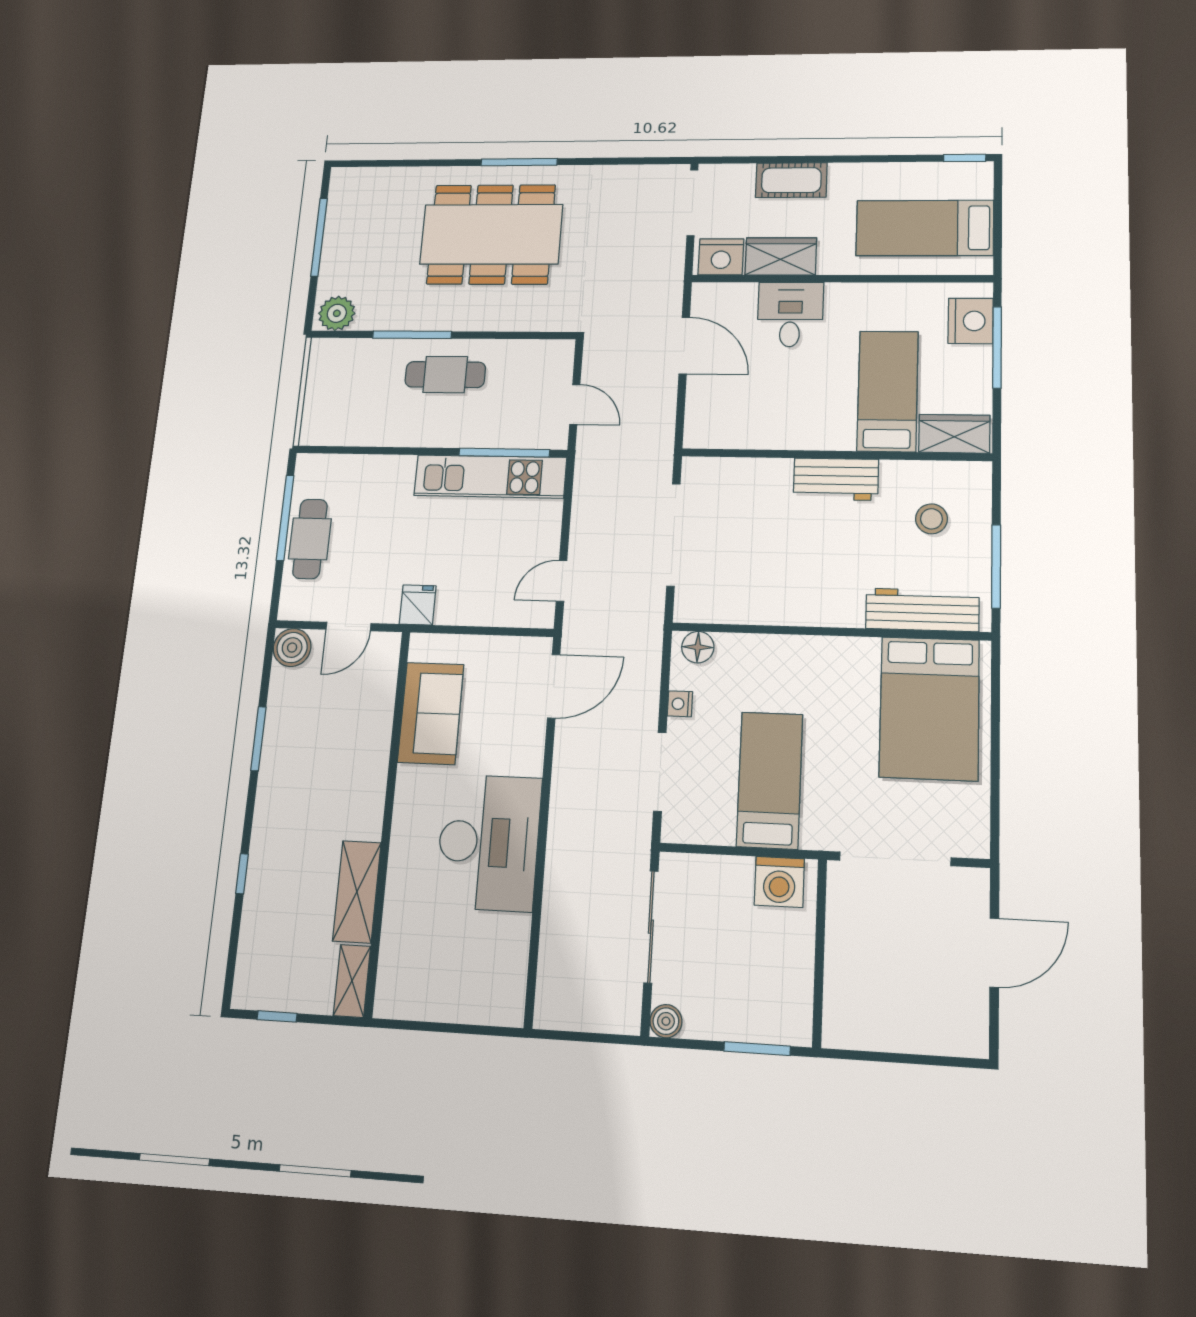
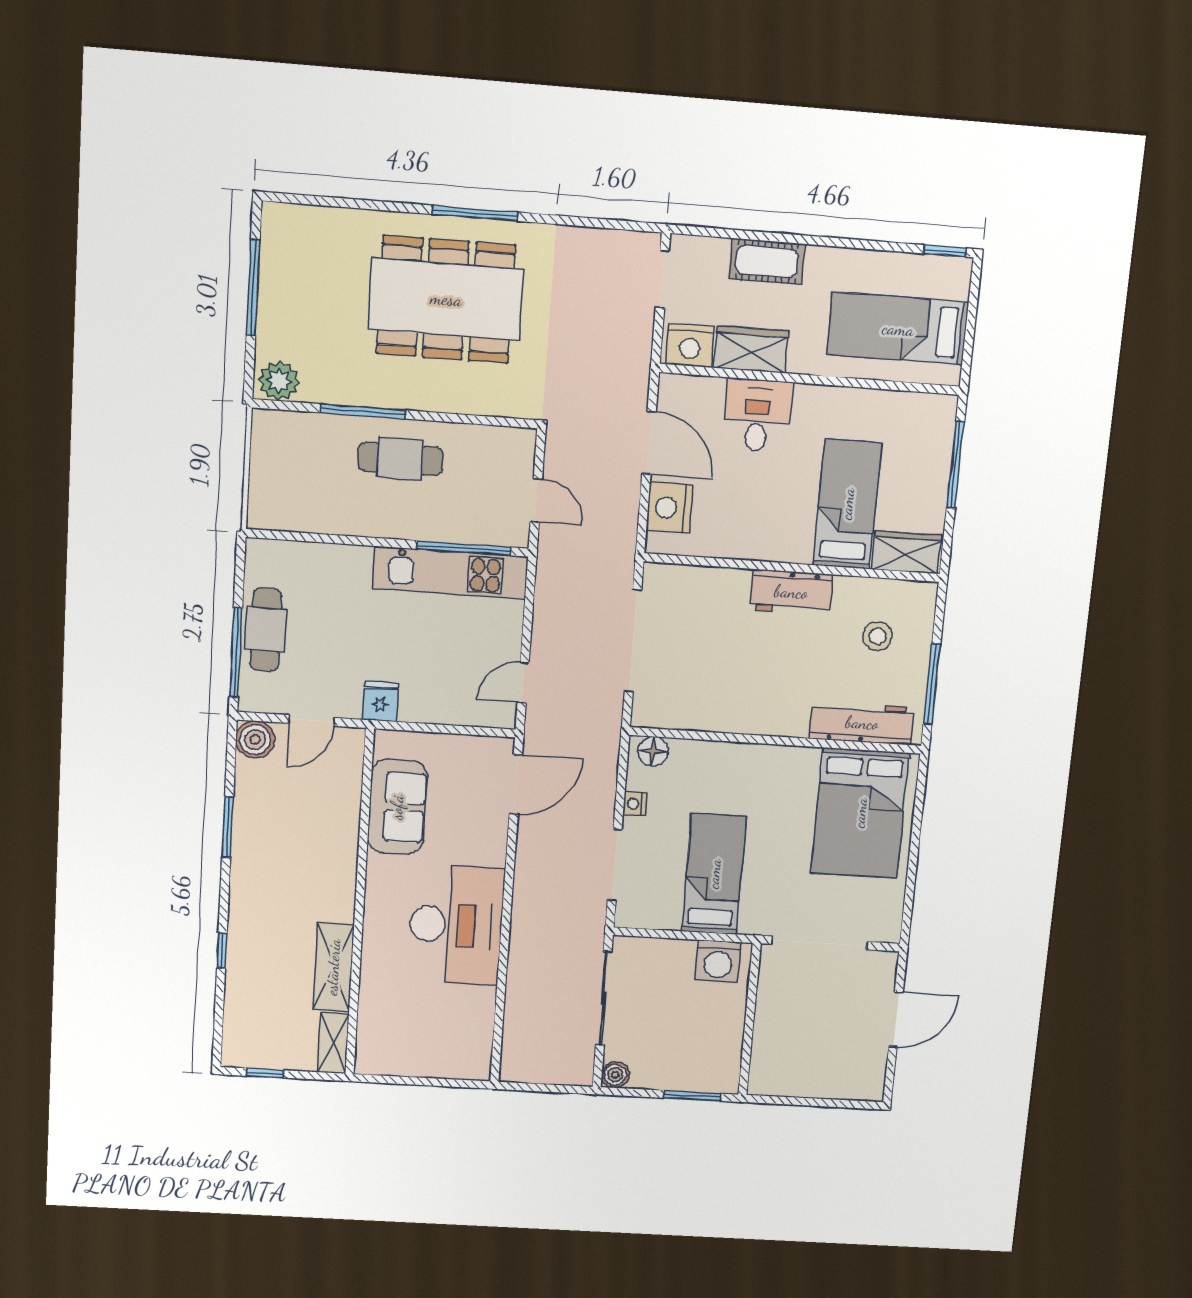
doorway: (692, 203) -> (662, 279), width x0.73
nightstand: (971, 321) -> (670, 508), moved, turned 180
window: (285, 518) -> (236, 652), moved

